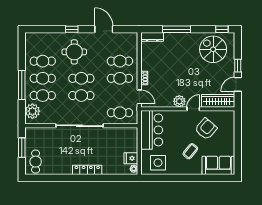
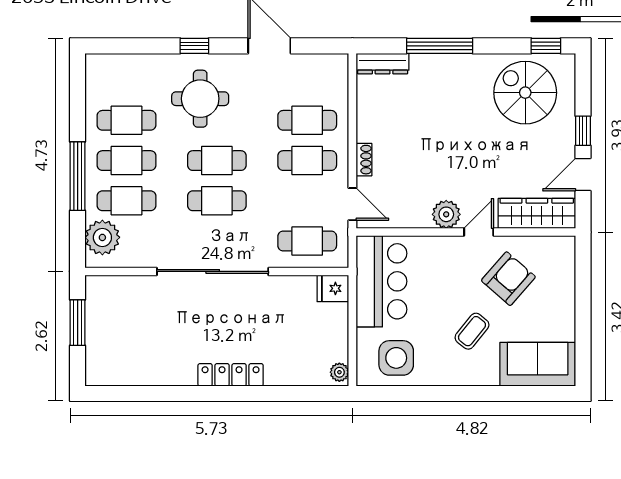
fridge: (131, 158) -> (333, 288), moved
cafe table: (36, 162) -> (110, 355), removed

